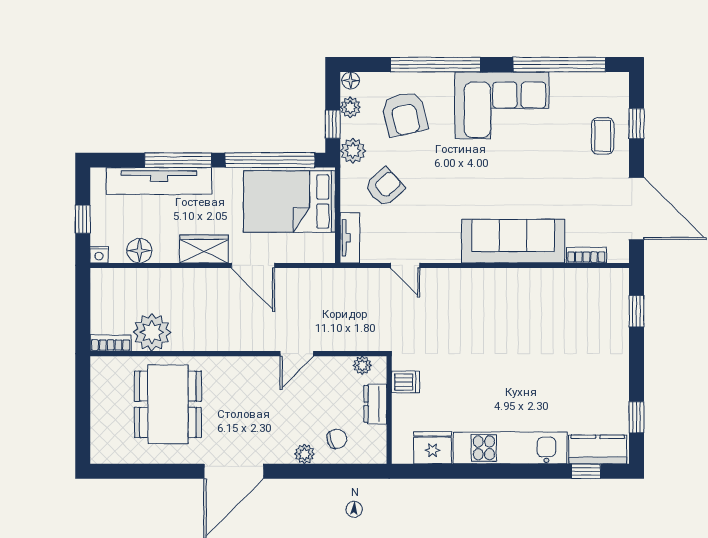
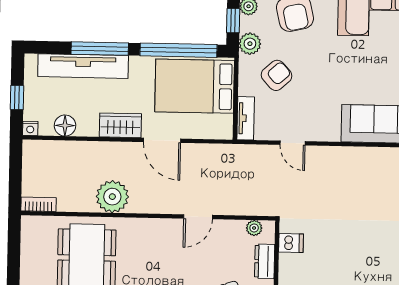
plant: (152, 332) -> (112, 197), moved

